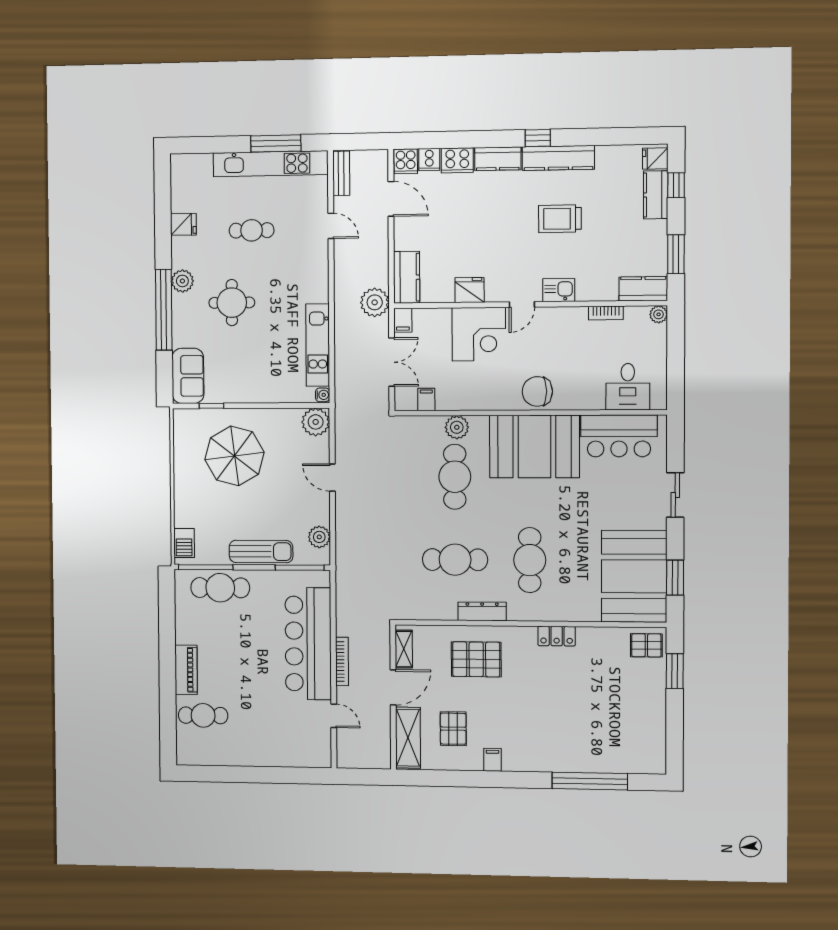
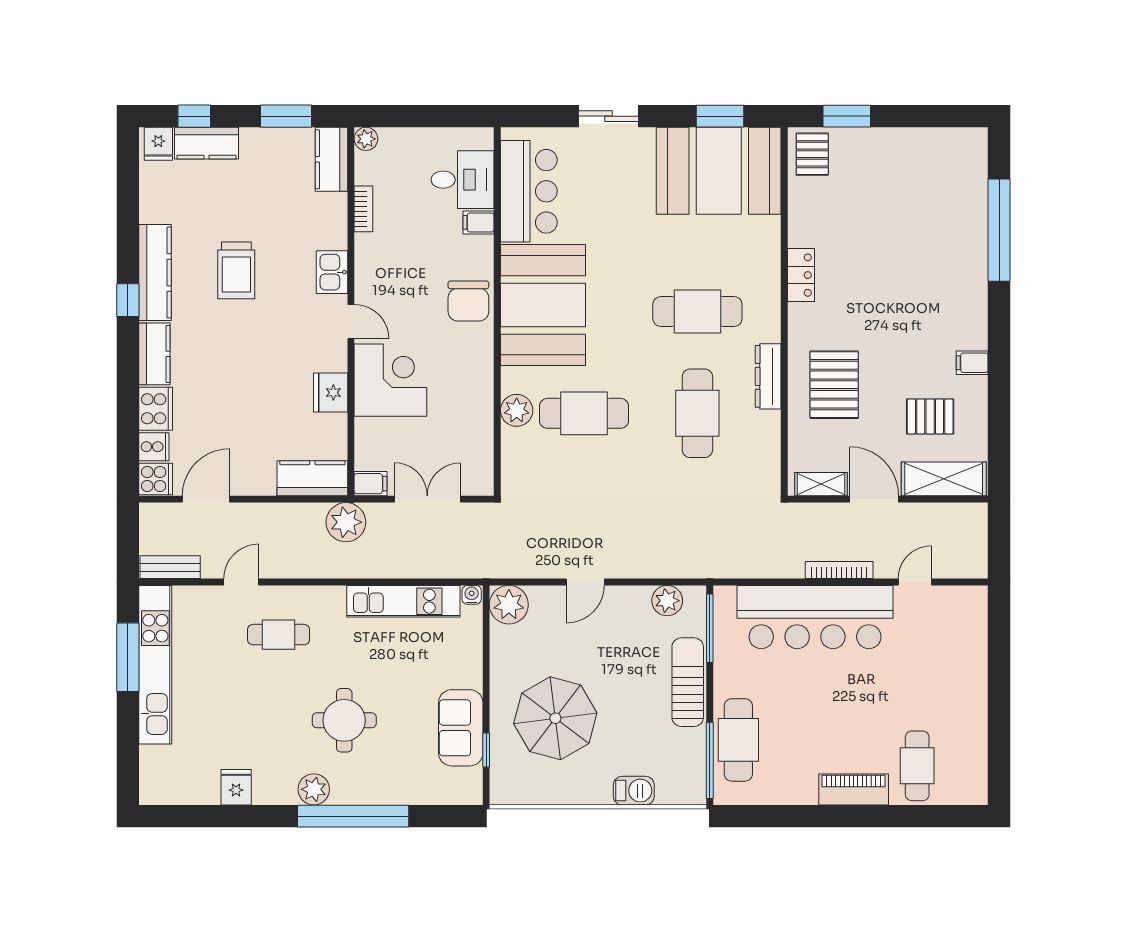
cafe table: (252, 230) -> (278, 635), moved, turned 90
sofa: (188, 376) -> (461, 728), moved, turned -90
filing cabinet: (426, 399) -> (478, 222), moved
barbecue: (184, 543) -> (634, 791), moved

